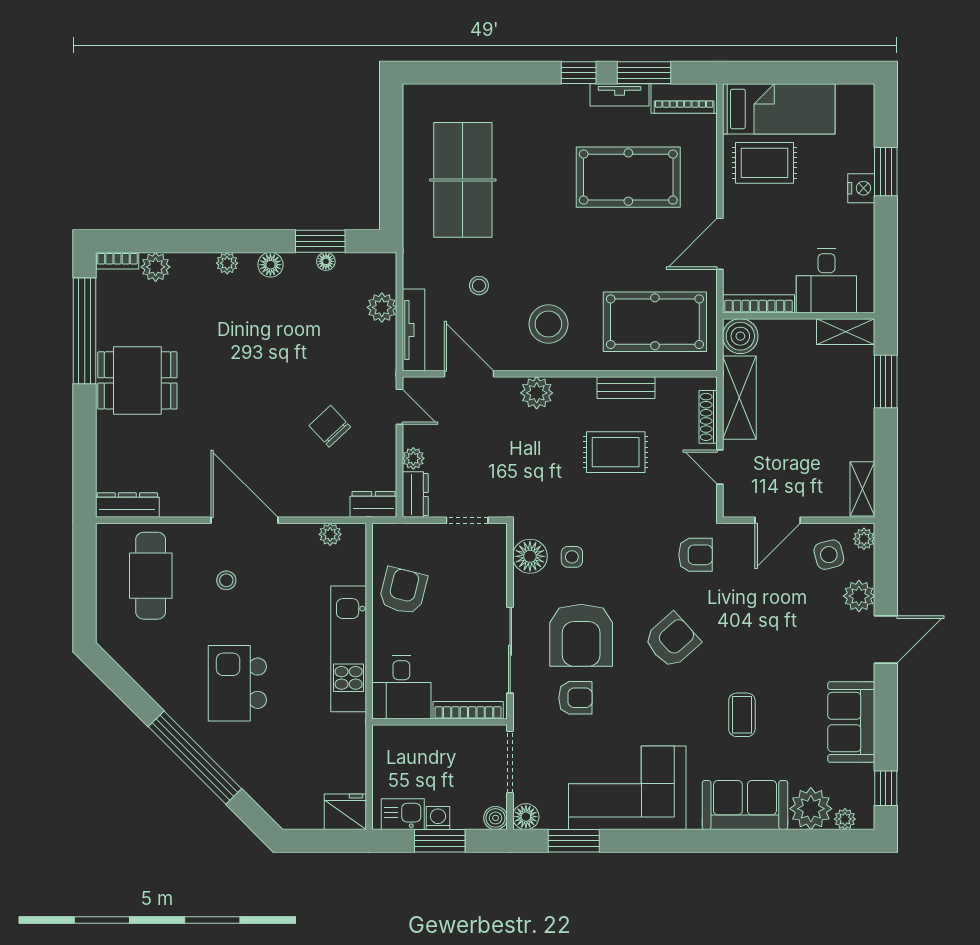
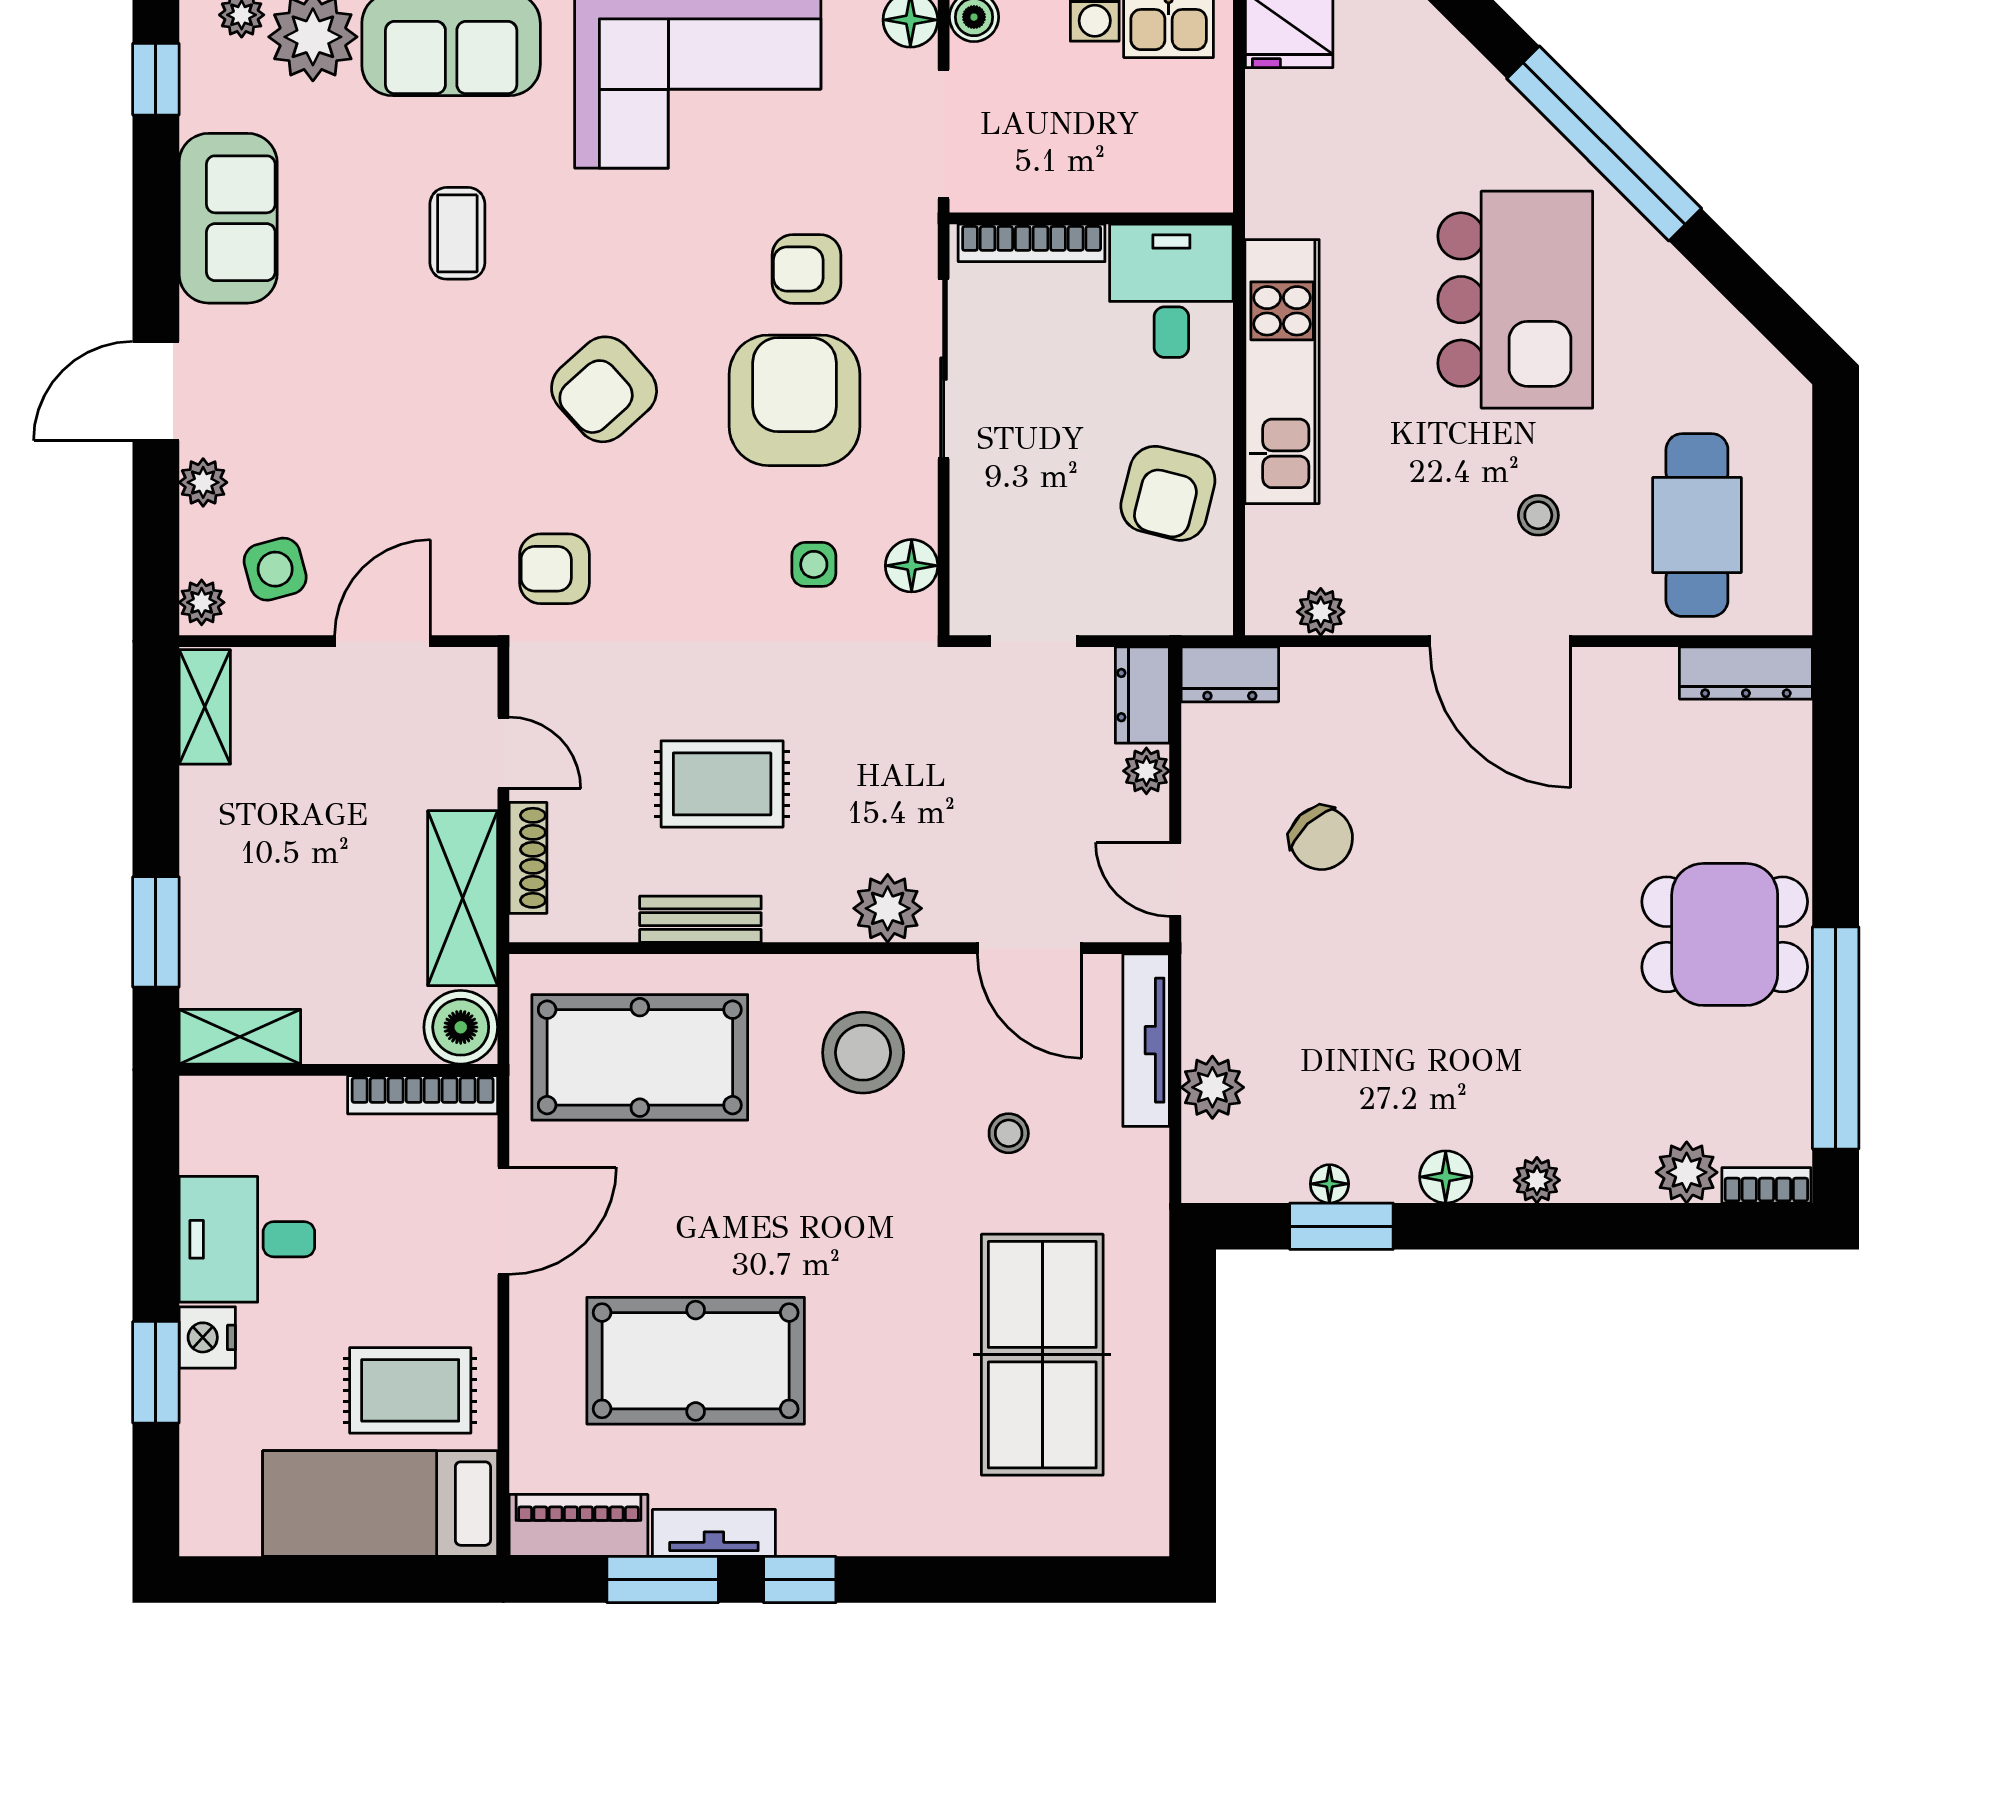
desk: (826, 281) -> (247, 1239), moved, turned -90
floor lamp: (530, 556) -> (912, 566), width x0.73, depth x0.73
plant: (859, 596) -> (203, 482), width x0.73, depth x0.73
kitchen island: (237, 683) -> (1515, 300), width x1.37, depth x1.28

